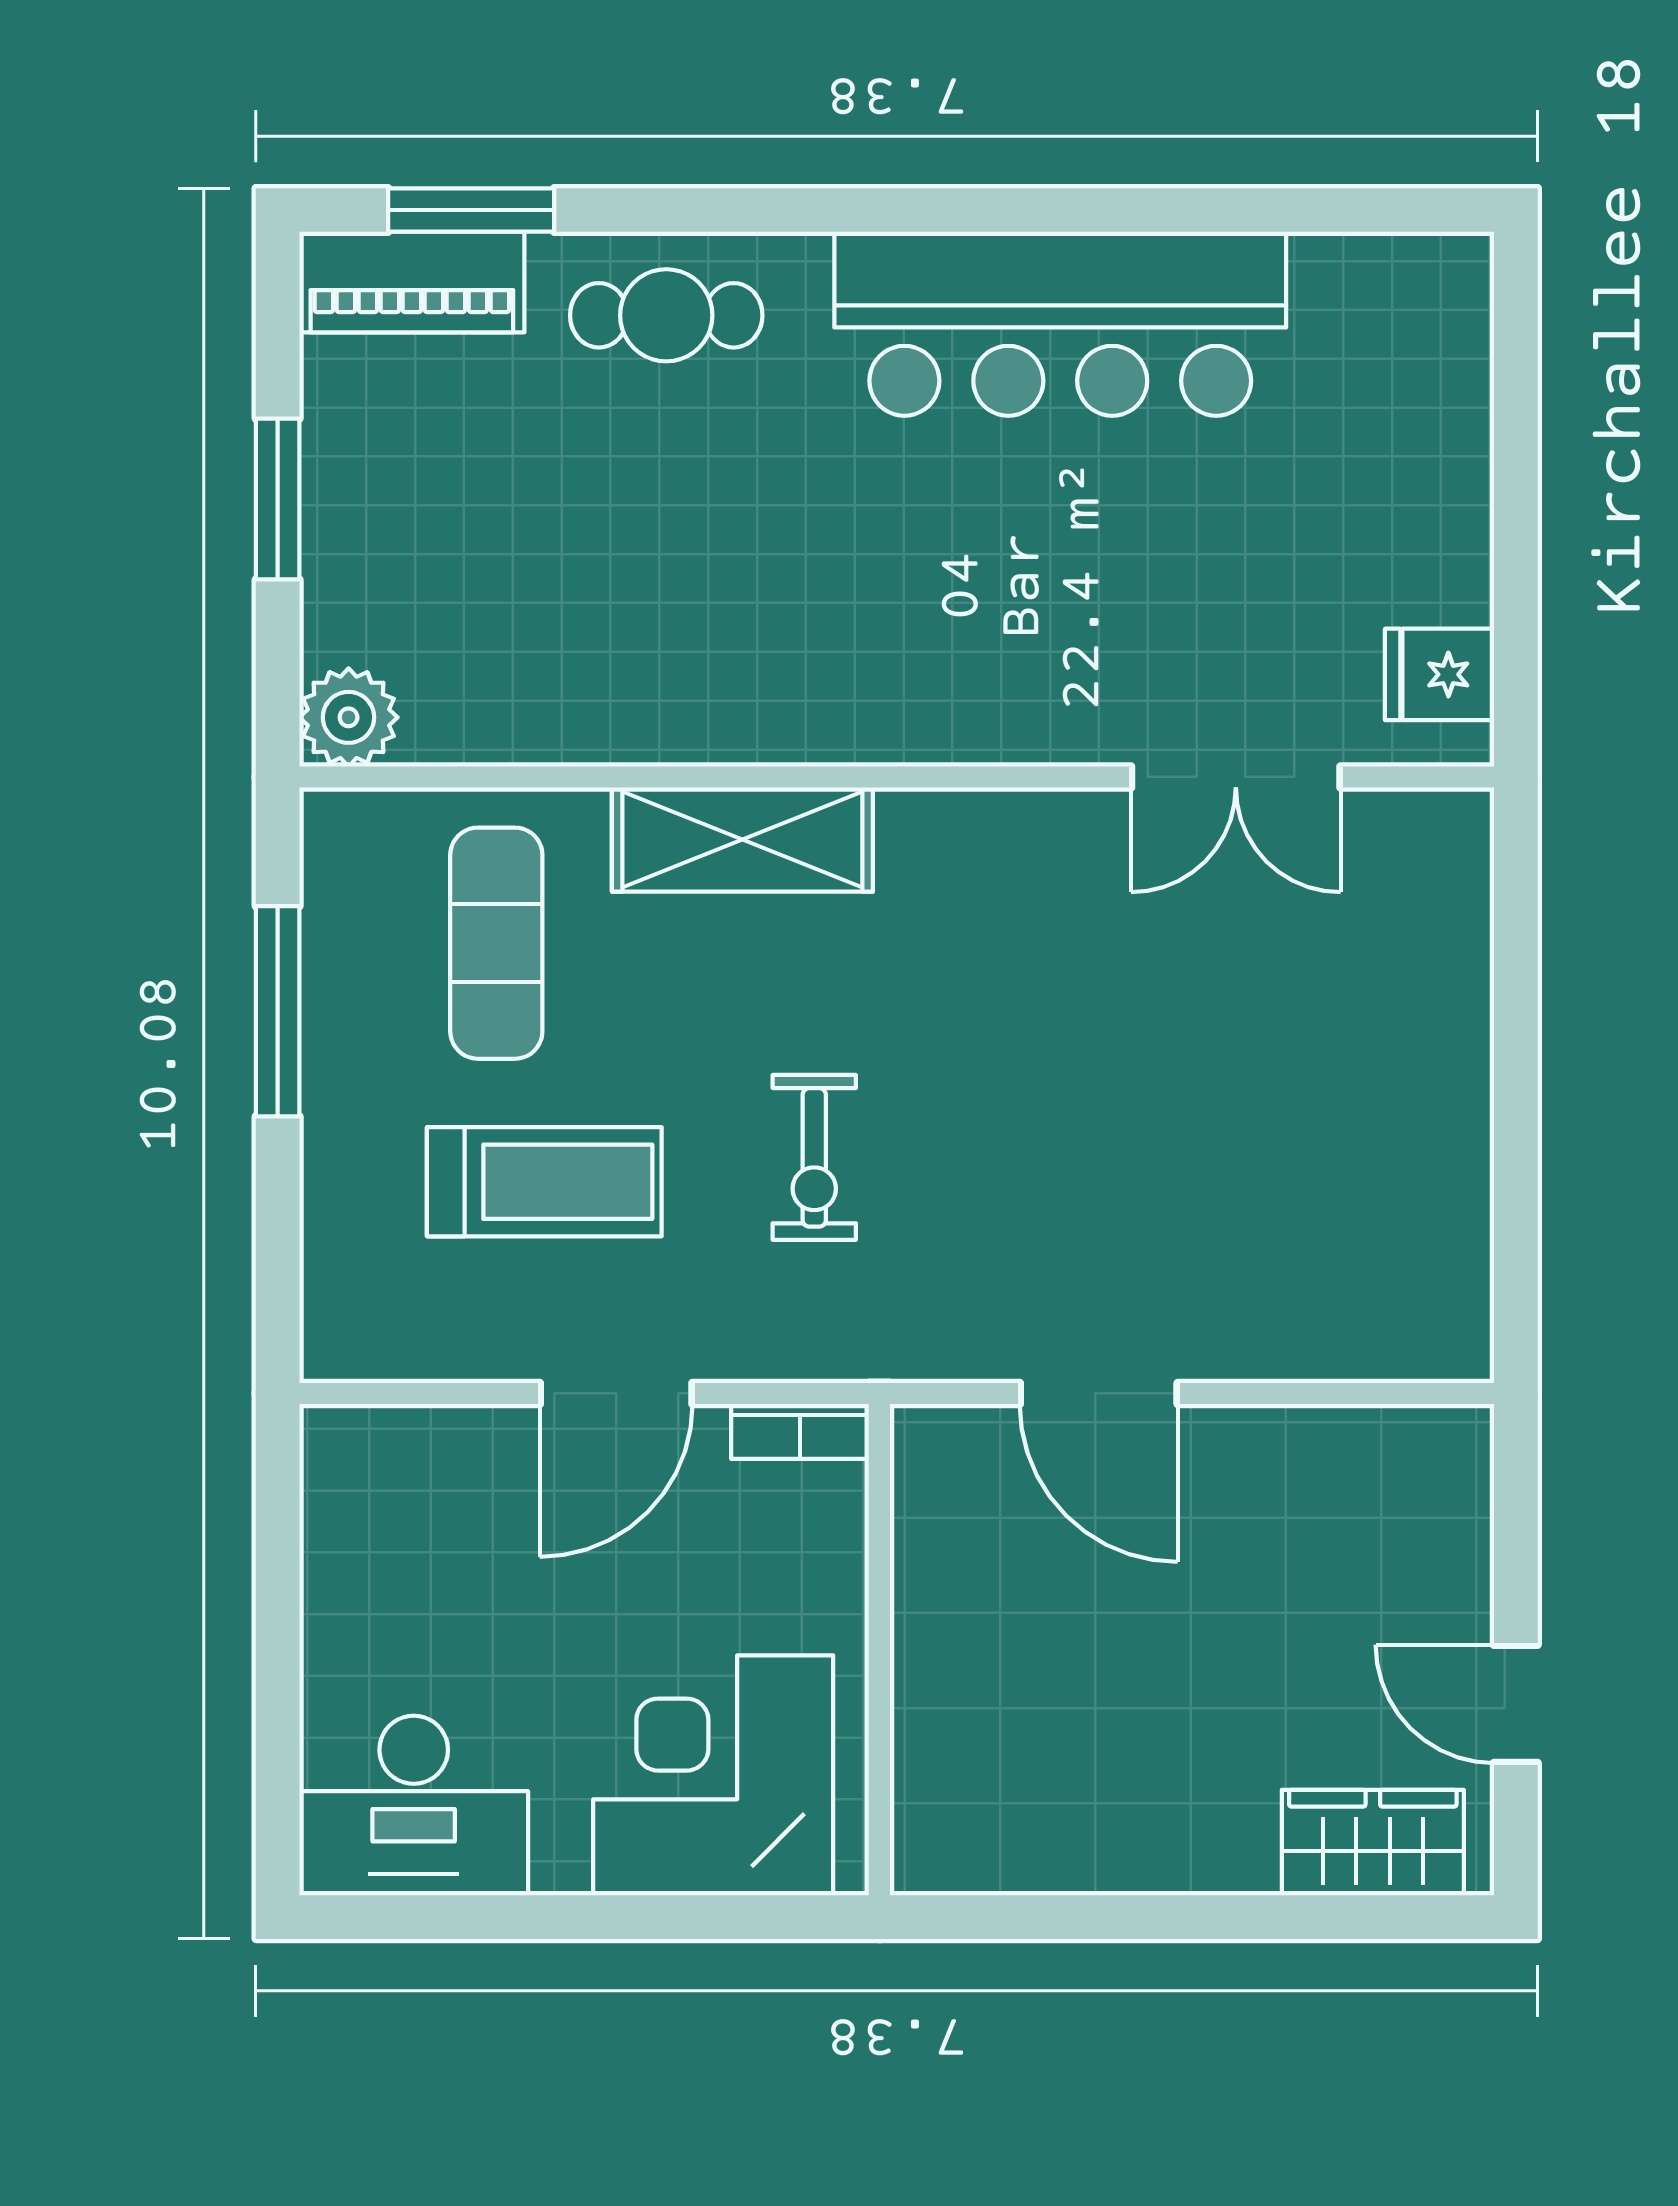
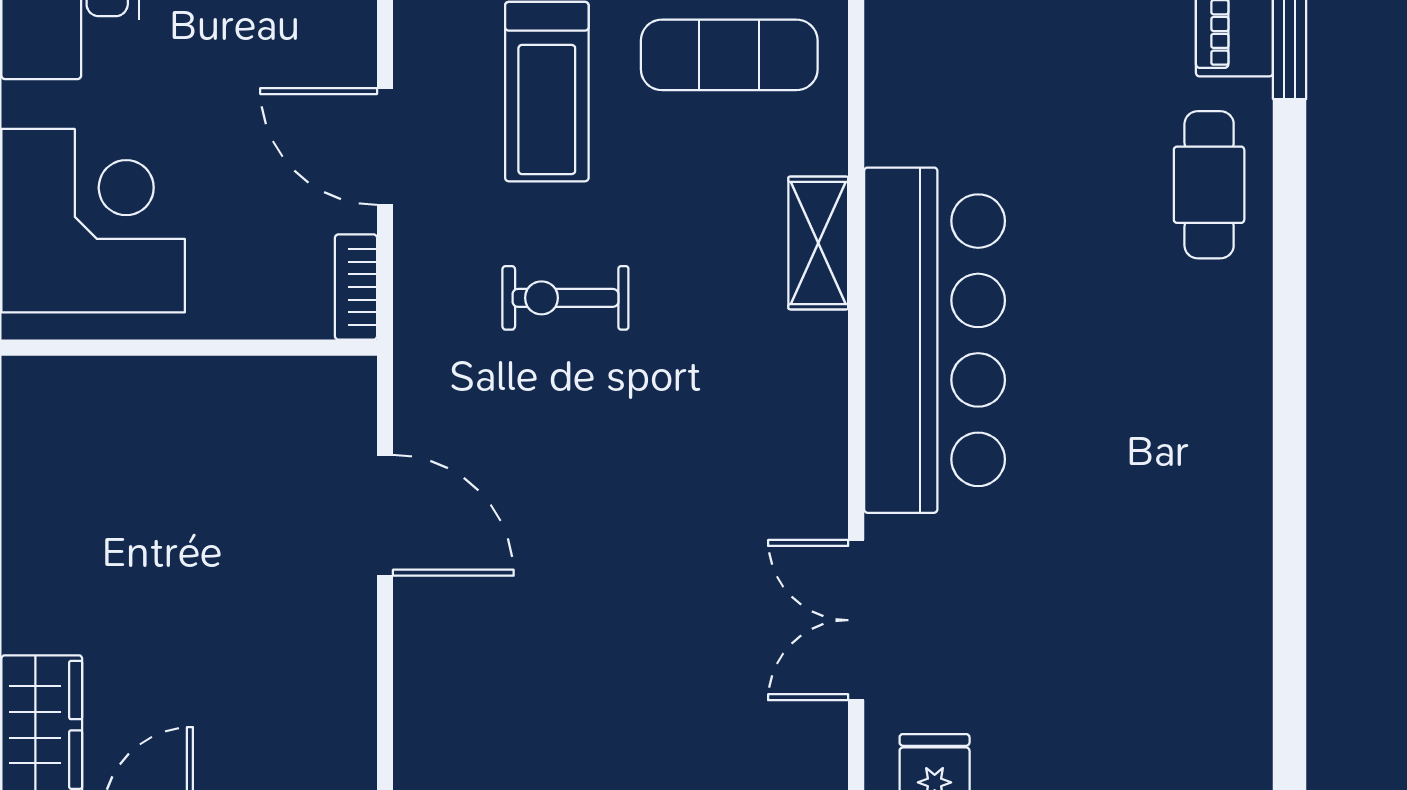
bar counter: (1060, 324) -> (935, 340), moved, turned 180
shelving: (742, 840) -> (818, 243), width x0.67, depth x0.75
door: (1099, 1393) -> (385, 515), swing flipped

